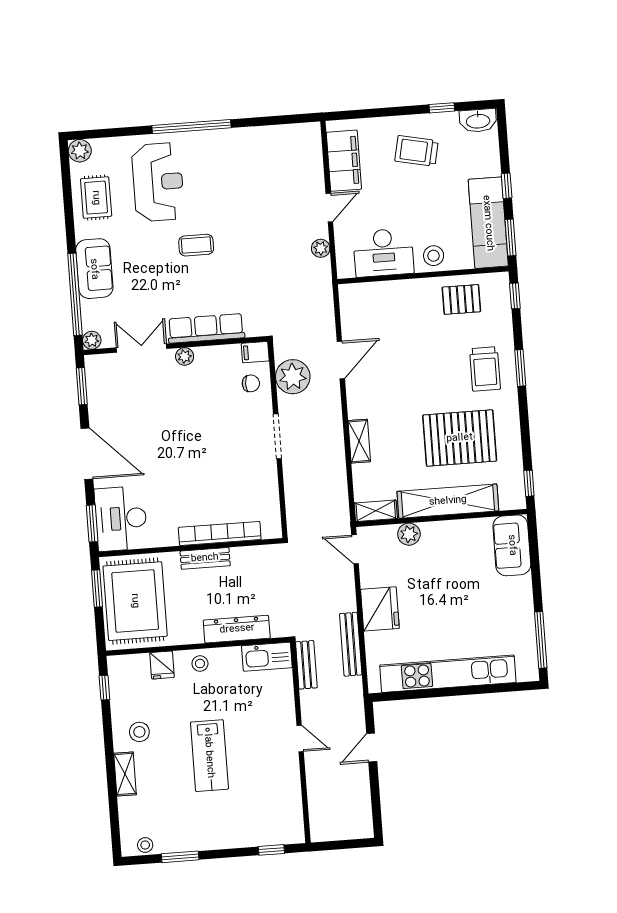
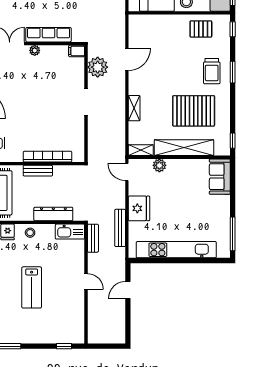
chair: (251, 383) -> (73, 69), removed

